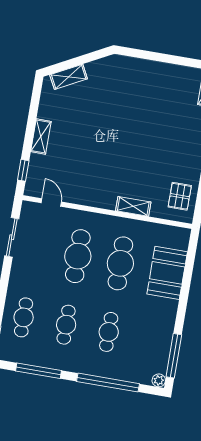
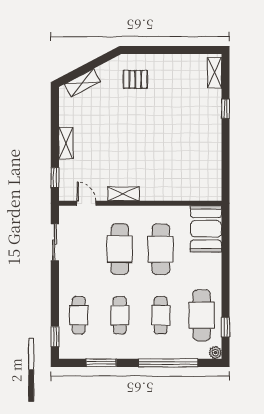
pallet: (180, 196) -> (135, 79), moved, turned 90
shelving: (133, 206) -> (124, 194), moved
booth: (167, 273) -> (206, 229), moved
cafe table: (151, 339) -> (202, 315), added
window: (174, 356) -> (225, 327), width x0.46
window: (38, 371) -> (101, 363), width x0.69

